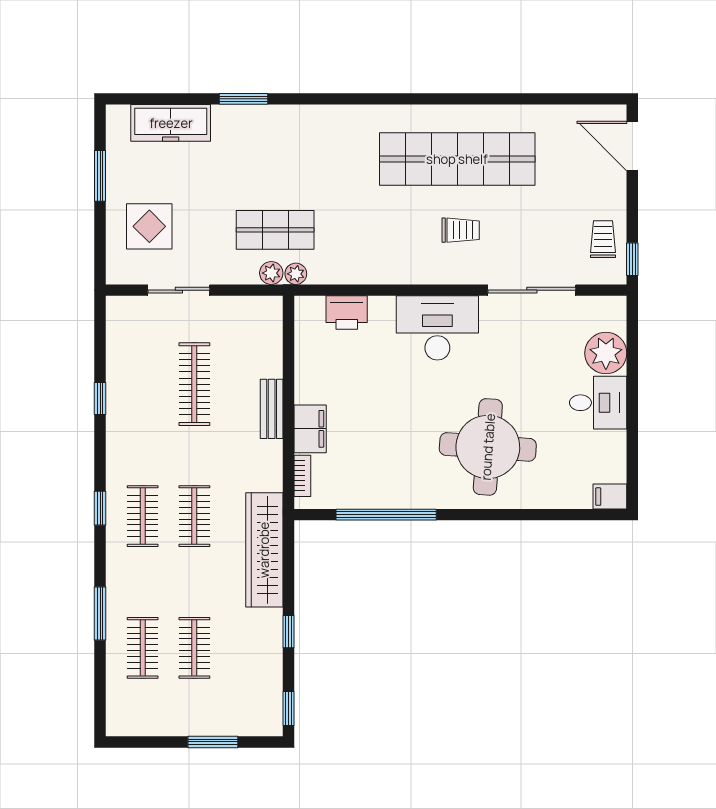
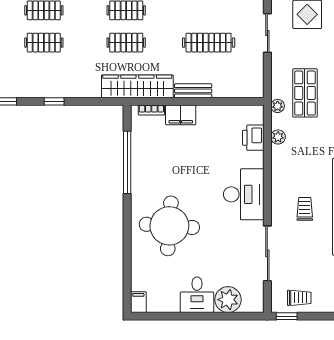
trolley: (461, 230) -> (305, 209), turned 180
plant: (271, 273) -> (278, 137), moved
wardrobe: (264, 550) -> (137, 86), moved

